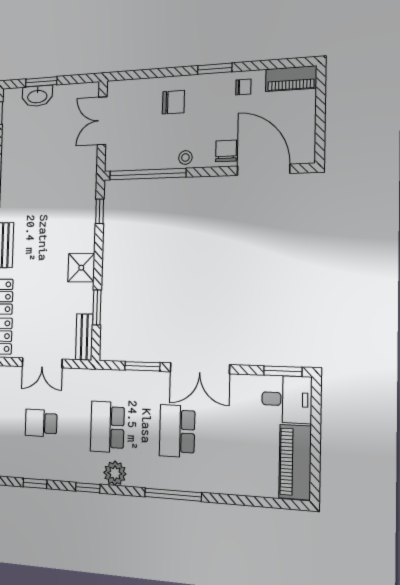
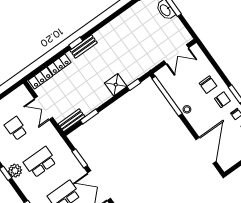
double door: (102, 121) -> (176, 54), swing flipped
chair: (226, 151) -> (222, 100), moved
shower: (81, 268) -> (116, 85), moved
plant: (115, 473) -> (15, 171), moved

